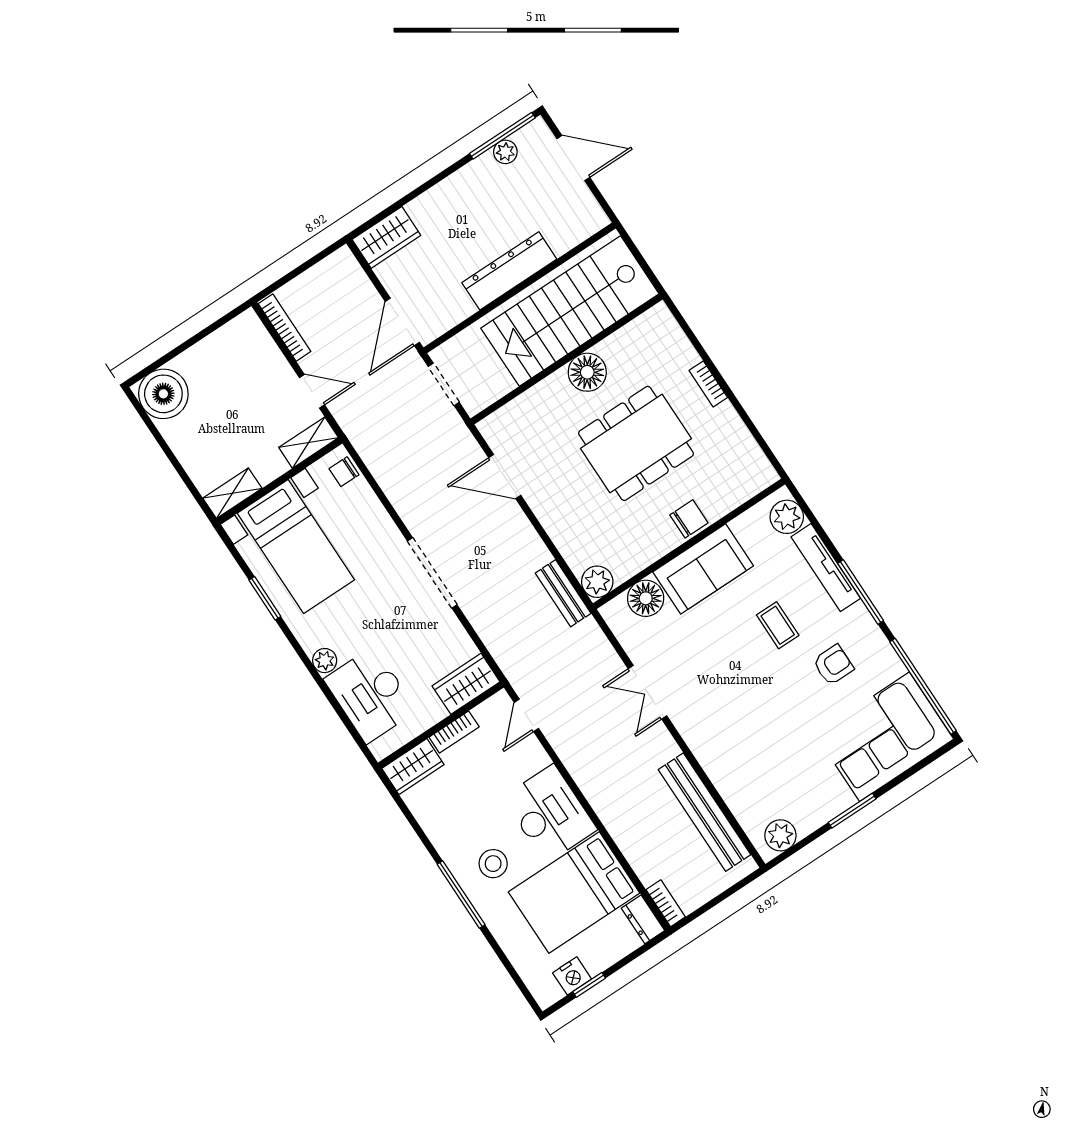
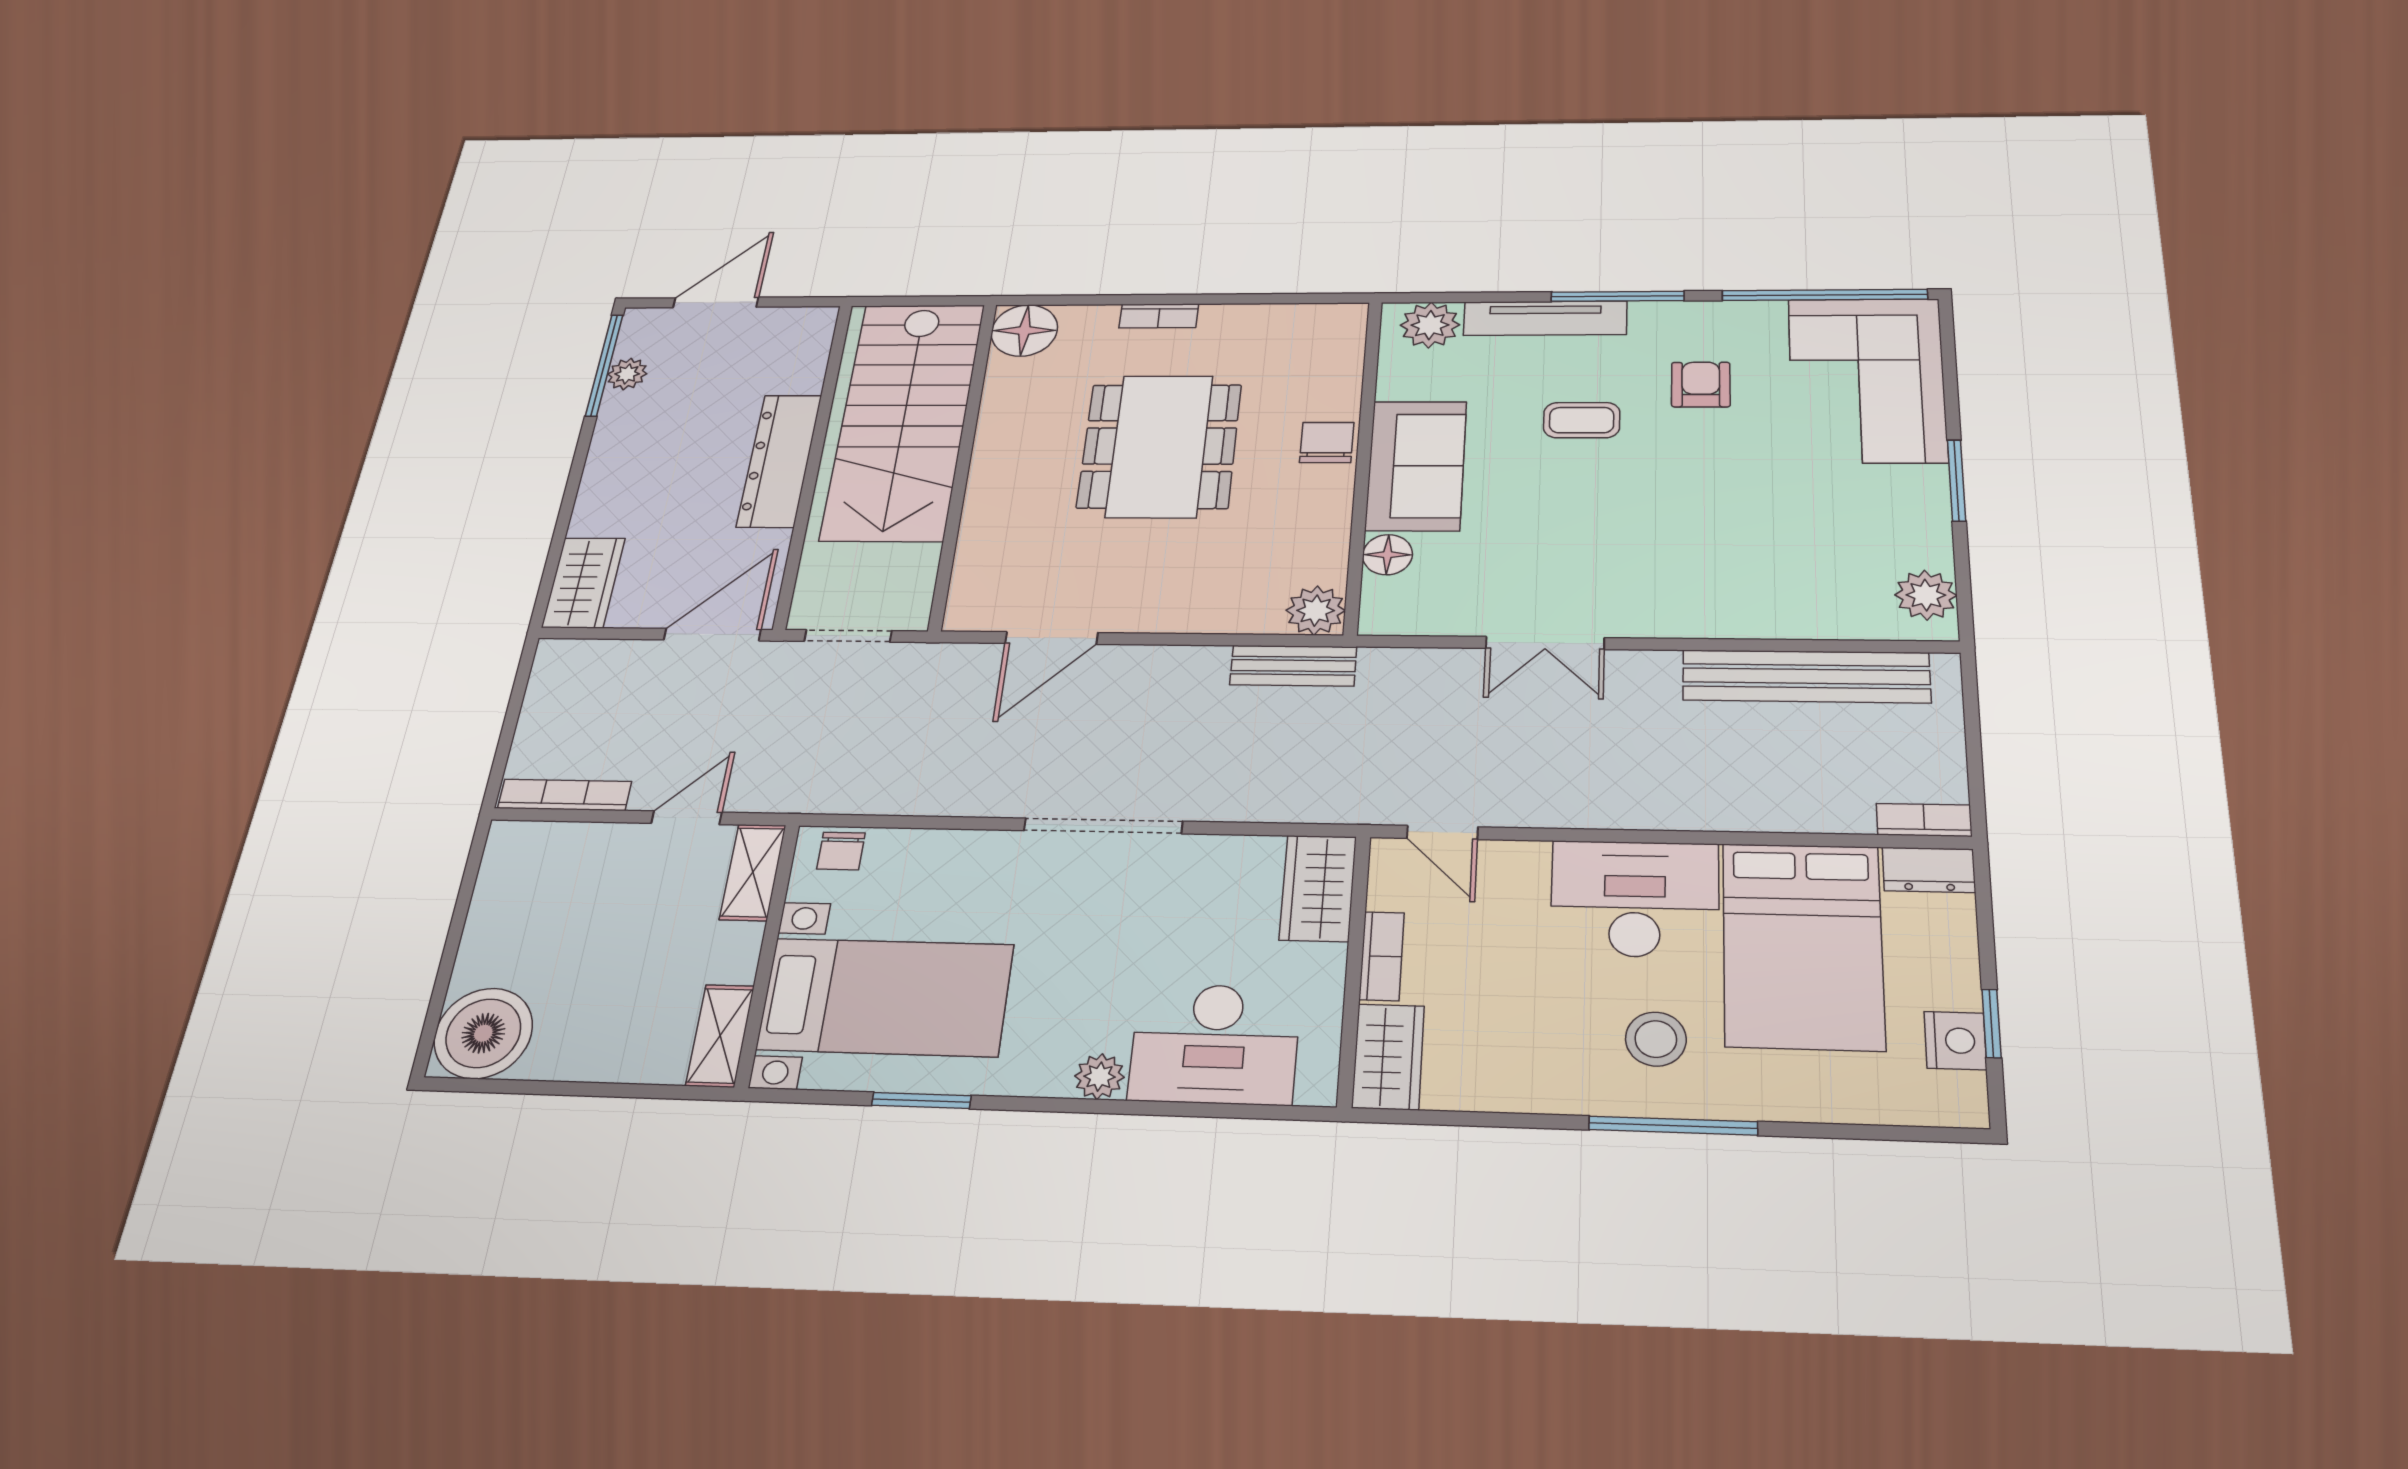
door: (402, 322) -> (712, 635), swing flipped
floor lamp: (587, 372) -> (1024, 330), moved
floor lamp: (646, 598) -> (1387, 555), width x0.73, depth x0.73

